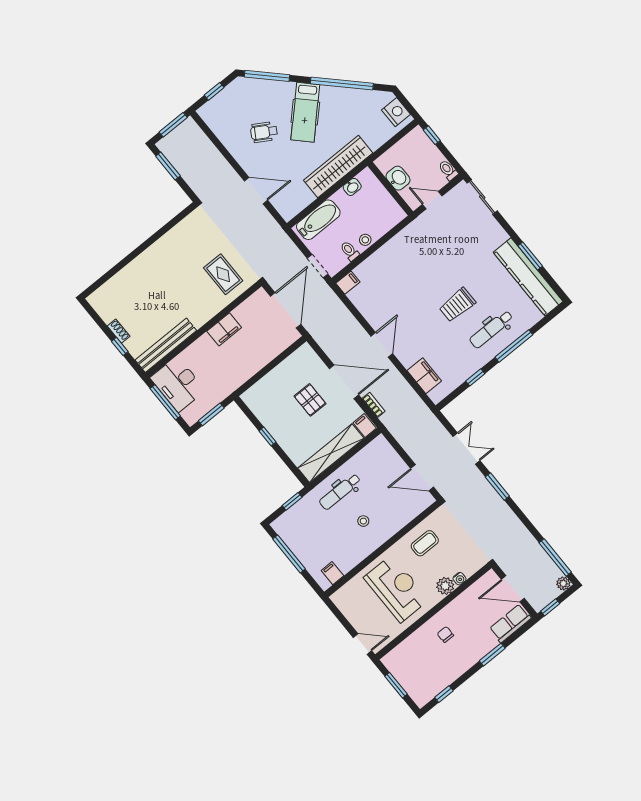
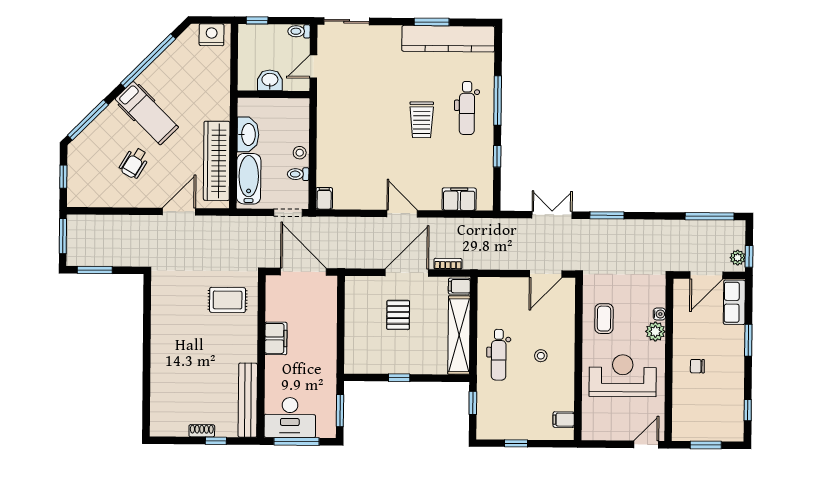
wardrobe: (338, 167) -> (217, 161), moved
washbasin: (352, 187) -> (248, 134), width x1.91, depth x1.45
pallet: (310, 400) -> (398, 315), turned 90
window: (289, 554) -> (516, 443), width x0.46
plant: (563, 583) -> (738, 258), moved

